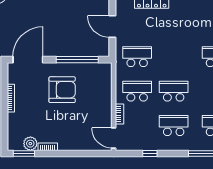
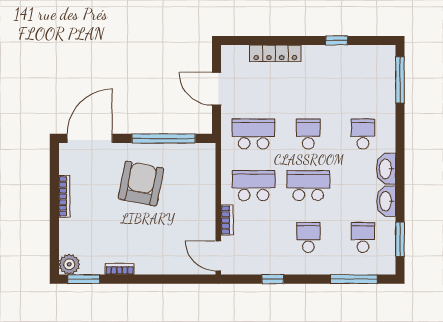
school desk: (174, 57) -> (308, 134), added
armchair: (62, 90) -> (141, 184), turned -79
school desk: (174, 126) -> (308, 237), width x0.54
plant: (30, 144) -> (69, 264), moved

